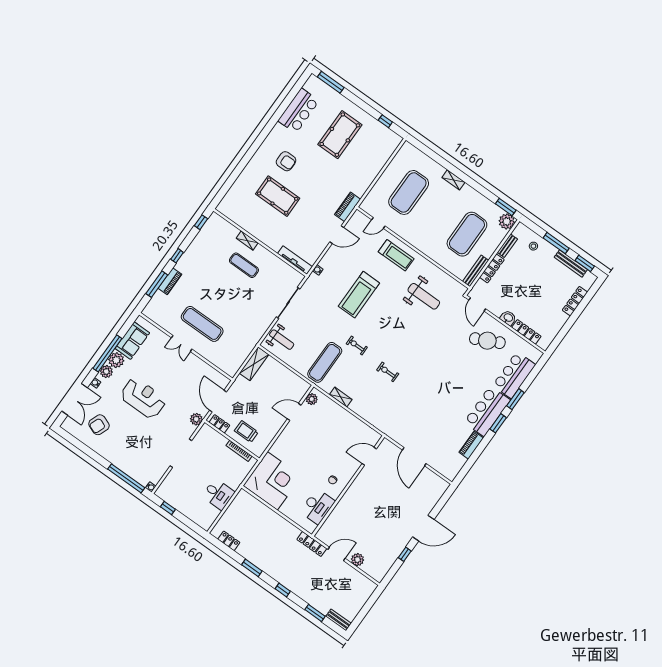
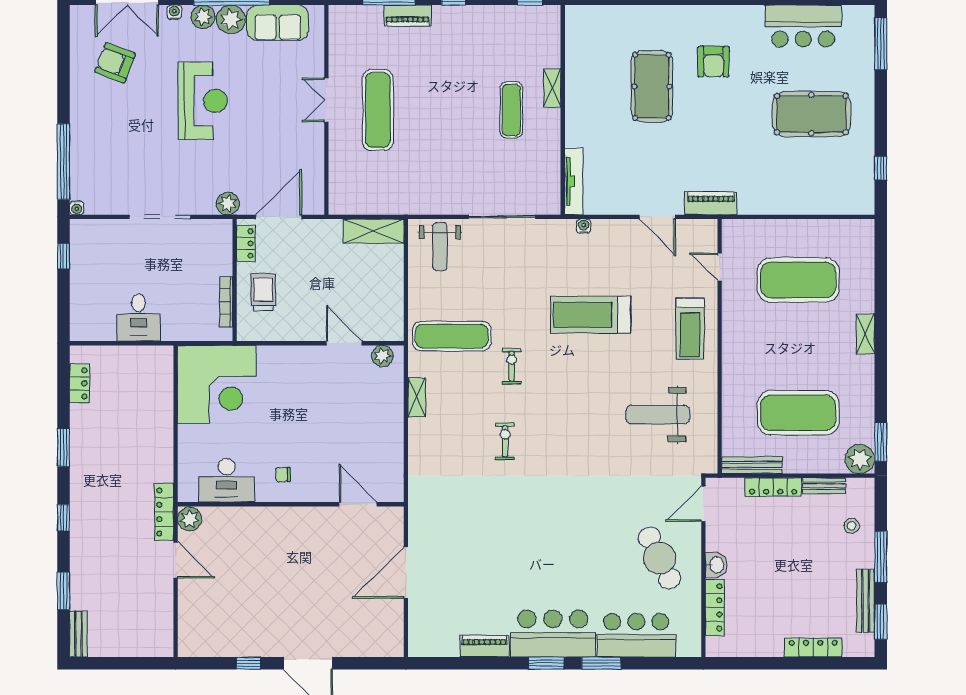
weight bench: (424, 296) -> (658, 415), turned 90
plant: (357, 560) -> (190, 519), moved

